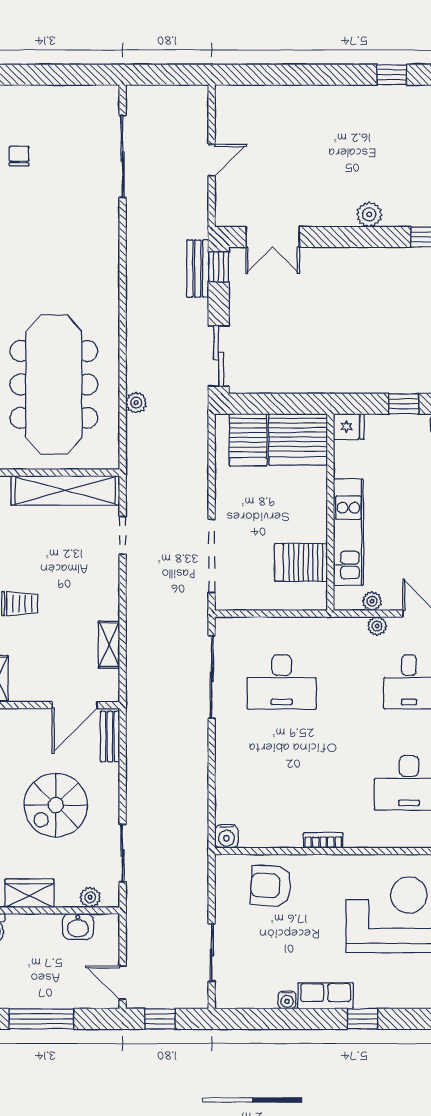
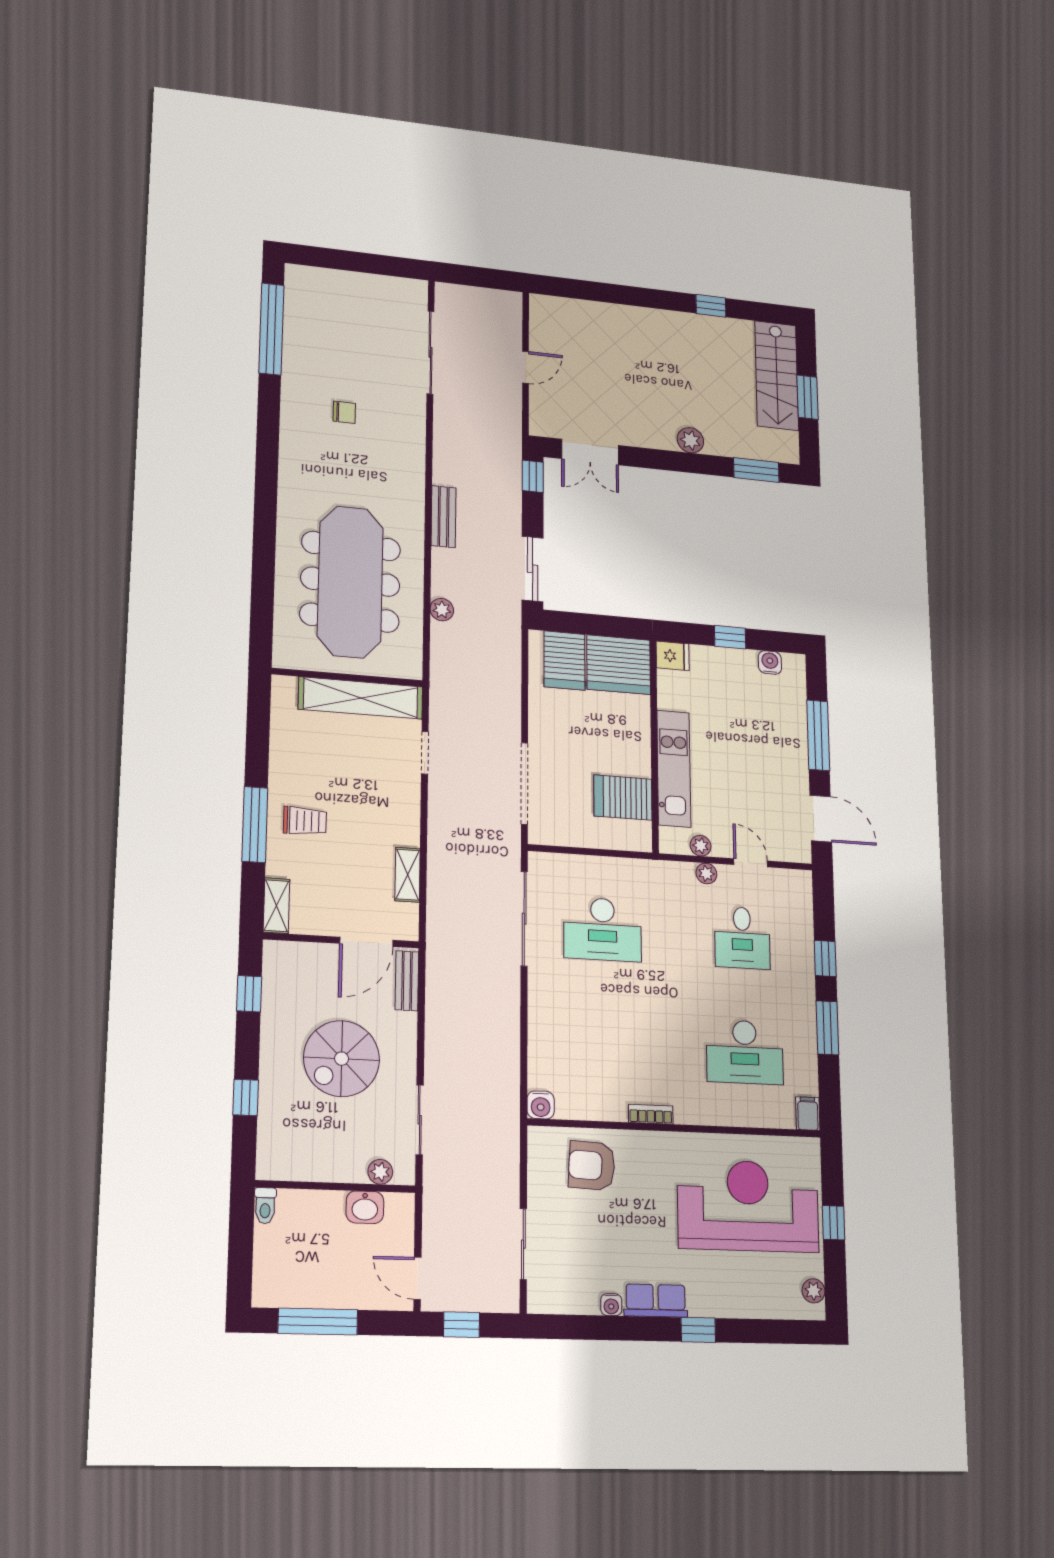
chair: (19, 156) -> (344, 412), moved, turned 90
bench: (198, 269) -> (443, 517), moved
wardrobe: (29, 893) -> (307, 1164), removed

